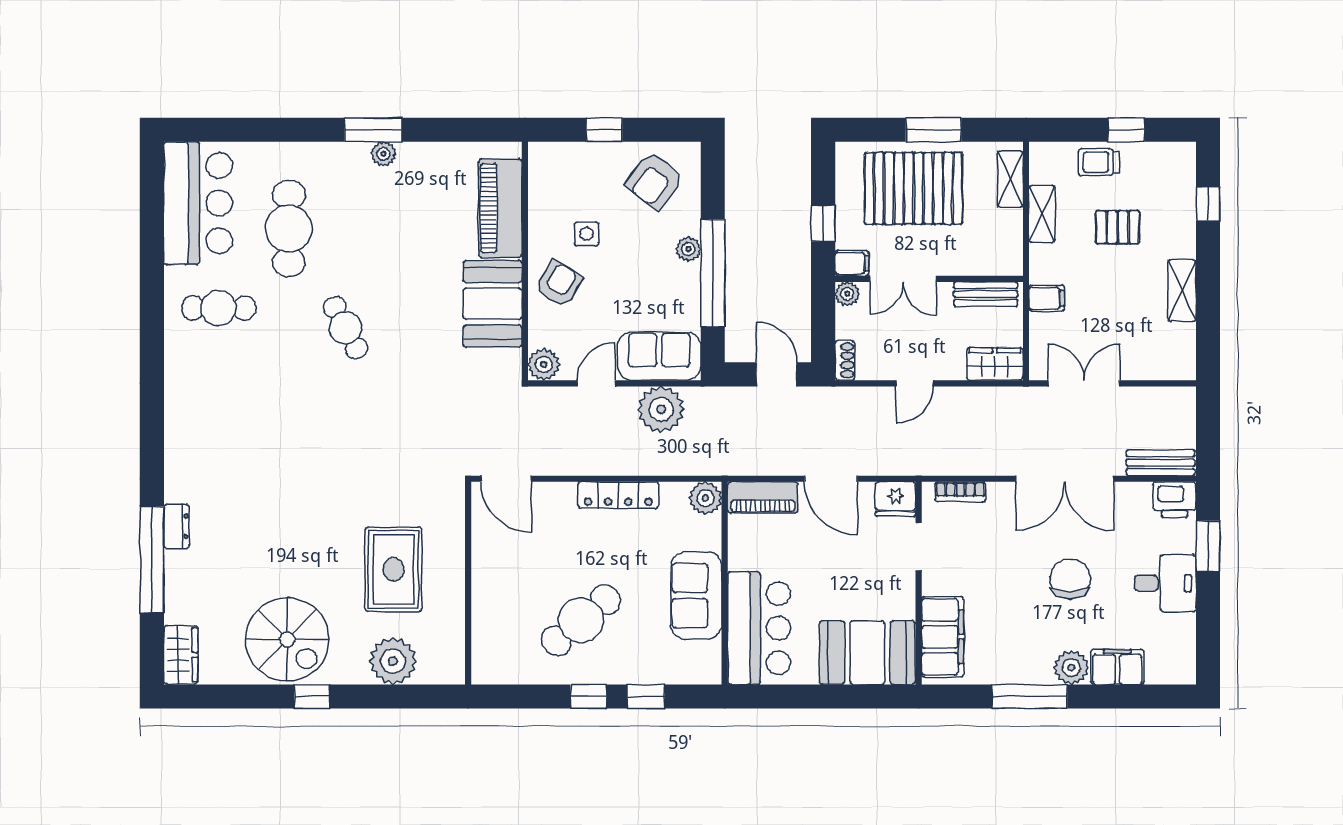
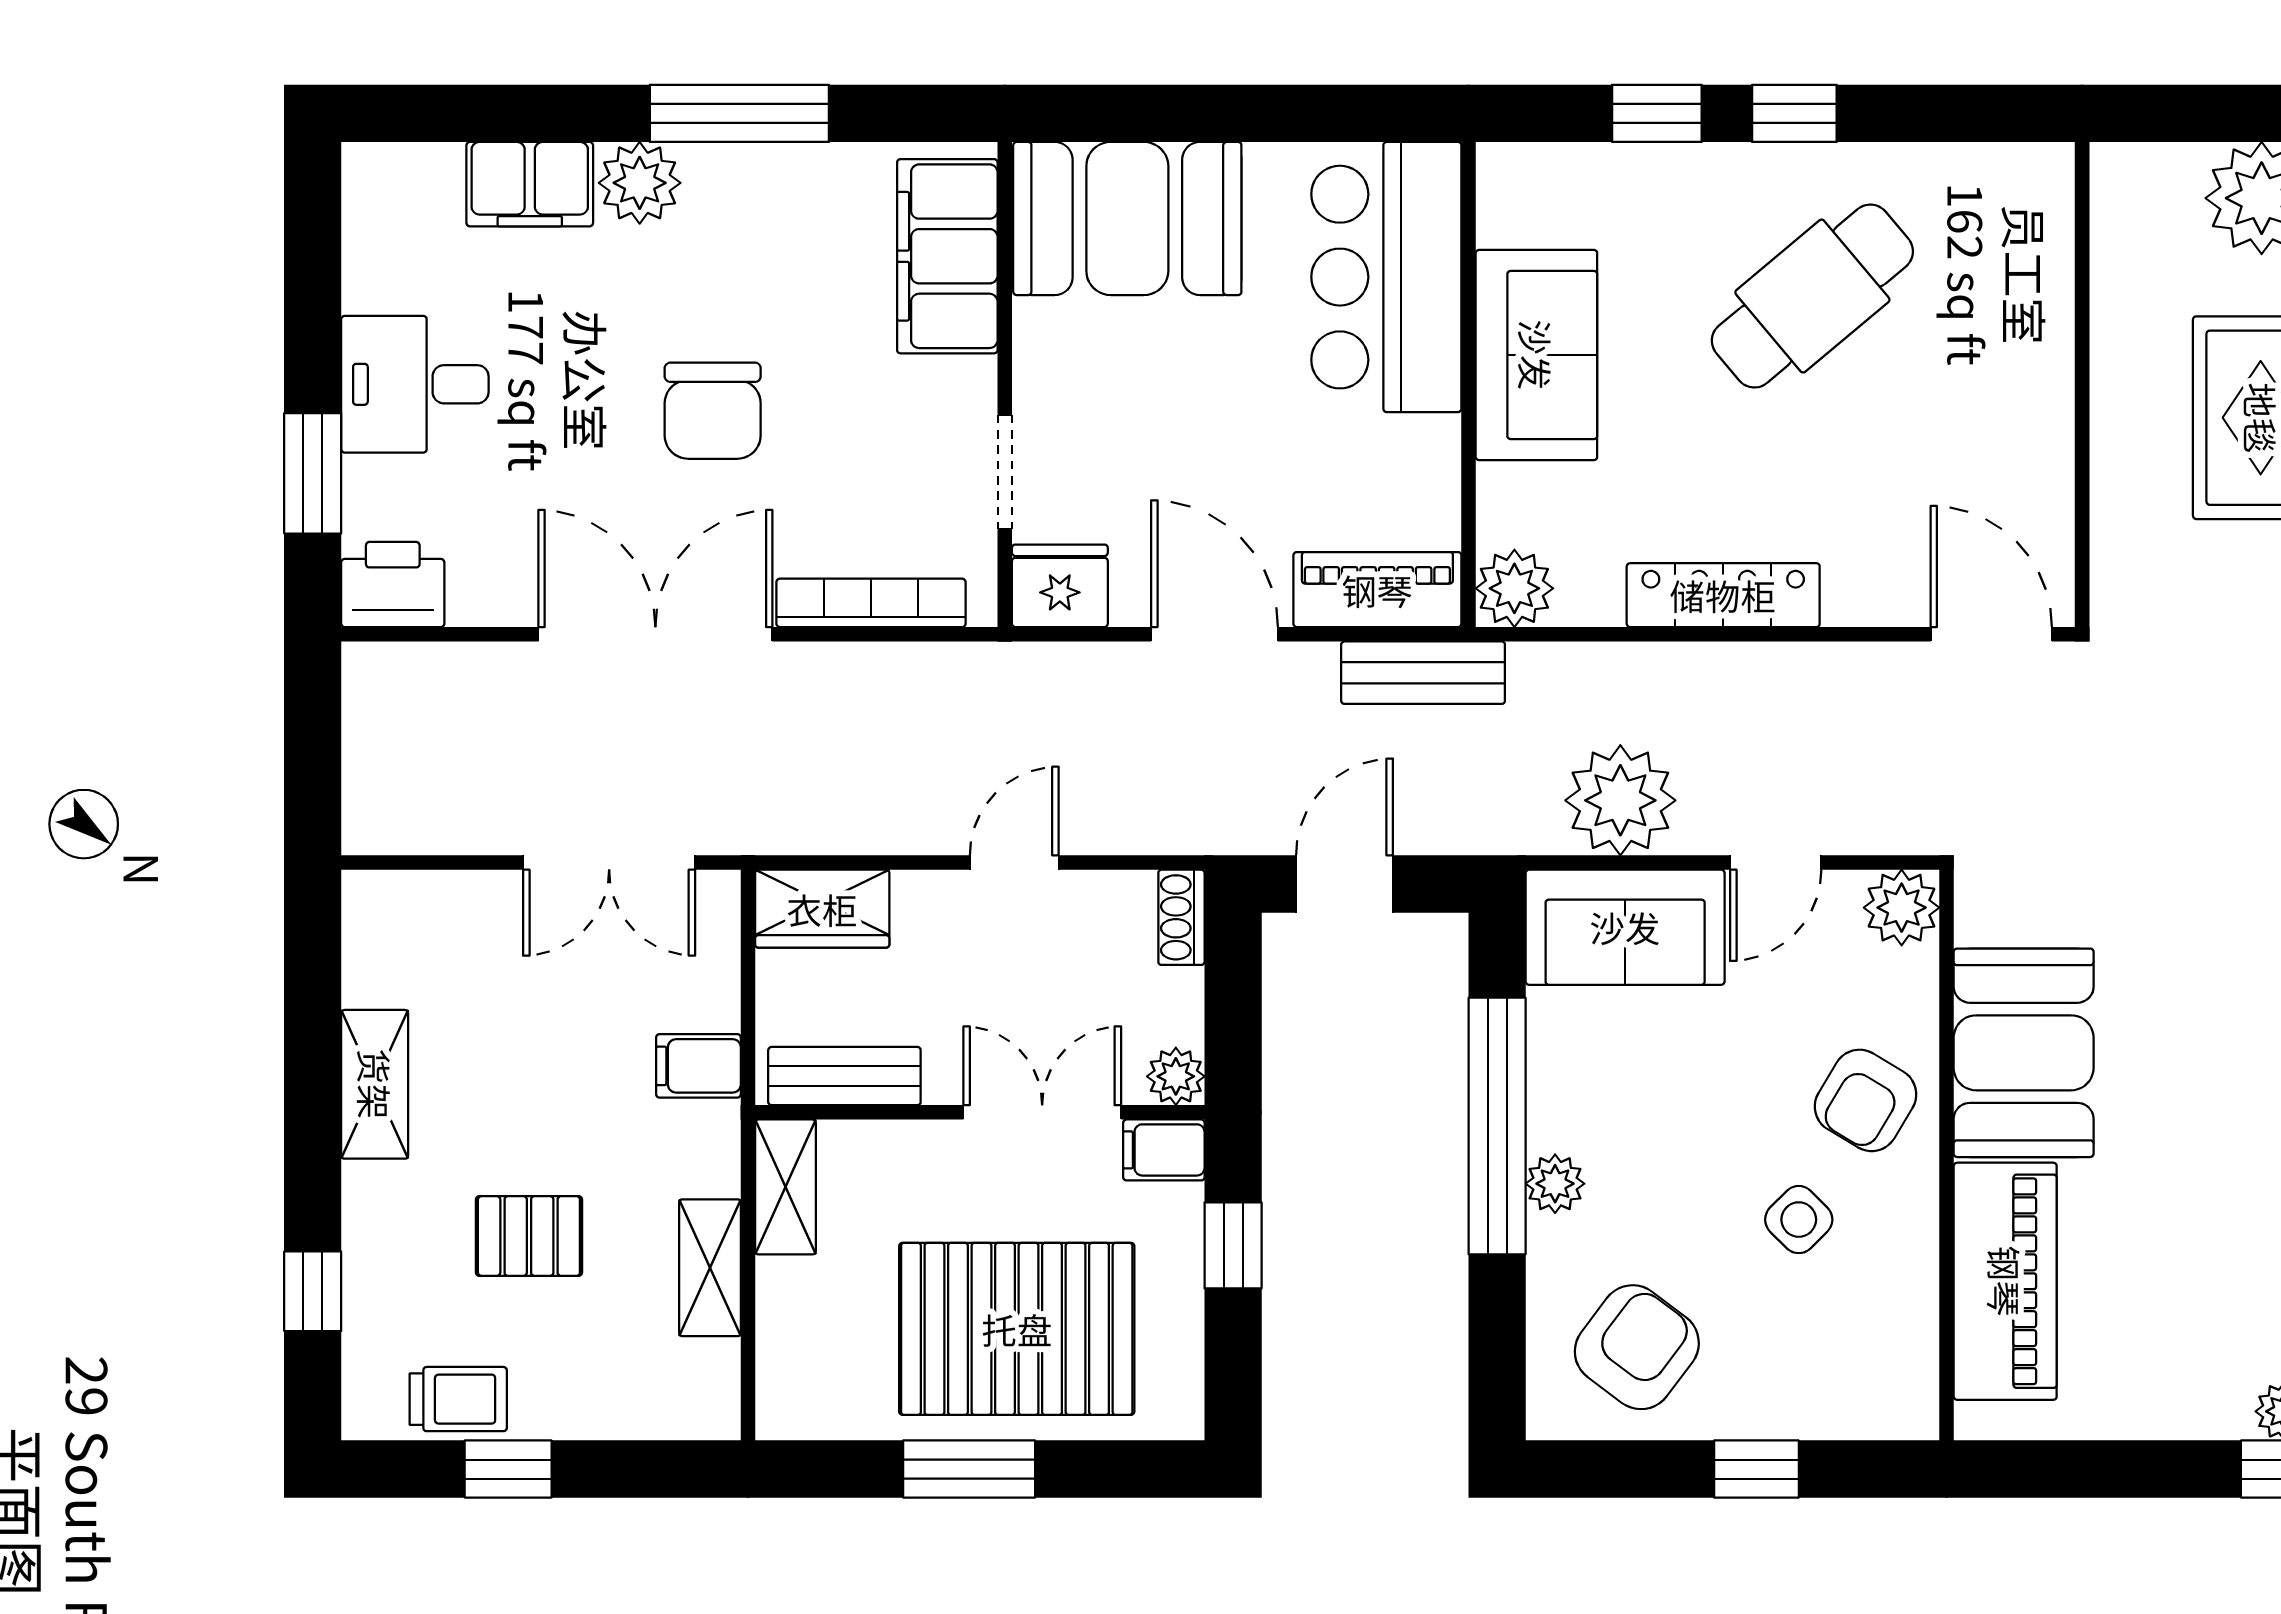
trolley: (1099, 162) -> (458, 1399), moved
shelving: (1010, 179) -> (785, 1187), moved
side table: (587, 234) -> (1799, 1220), turned 45
door: (777, 374) -> (1344, 884), swing flipped
bench: (1161, 463) -> (1423, 673), moved
bookcase: (960, 492) -> (871, 603), width x1.56
chair: (1070, 579) -> (713, 411), moved

